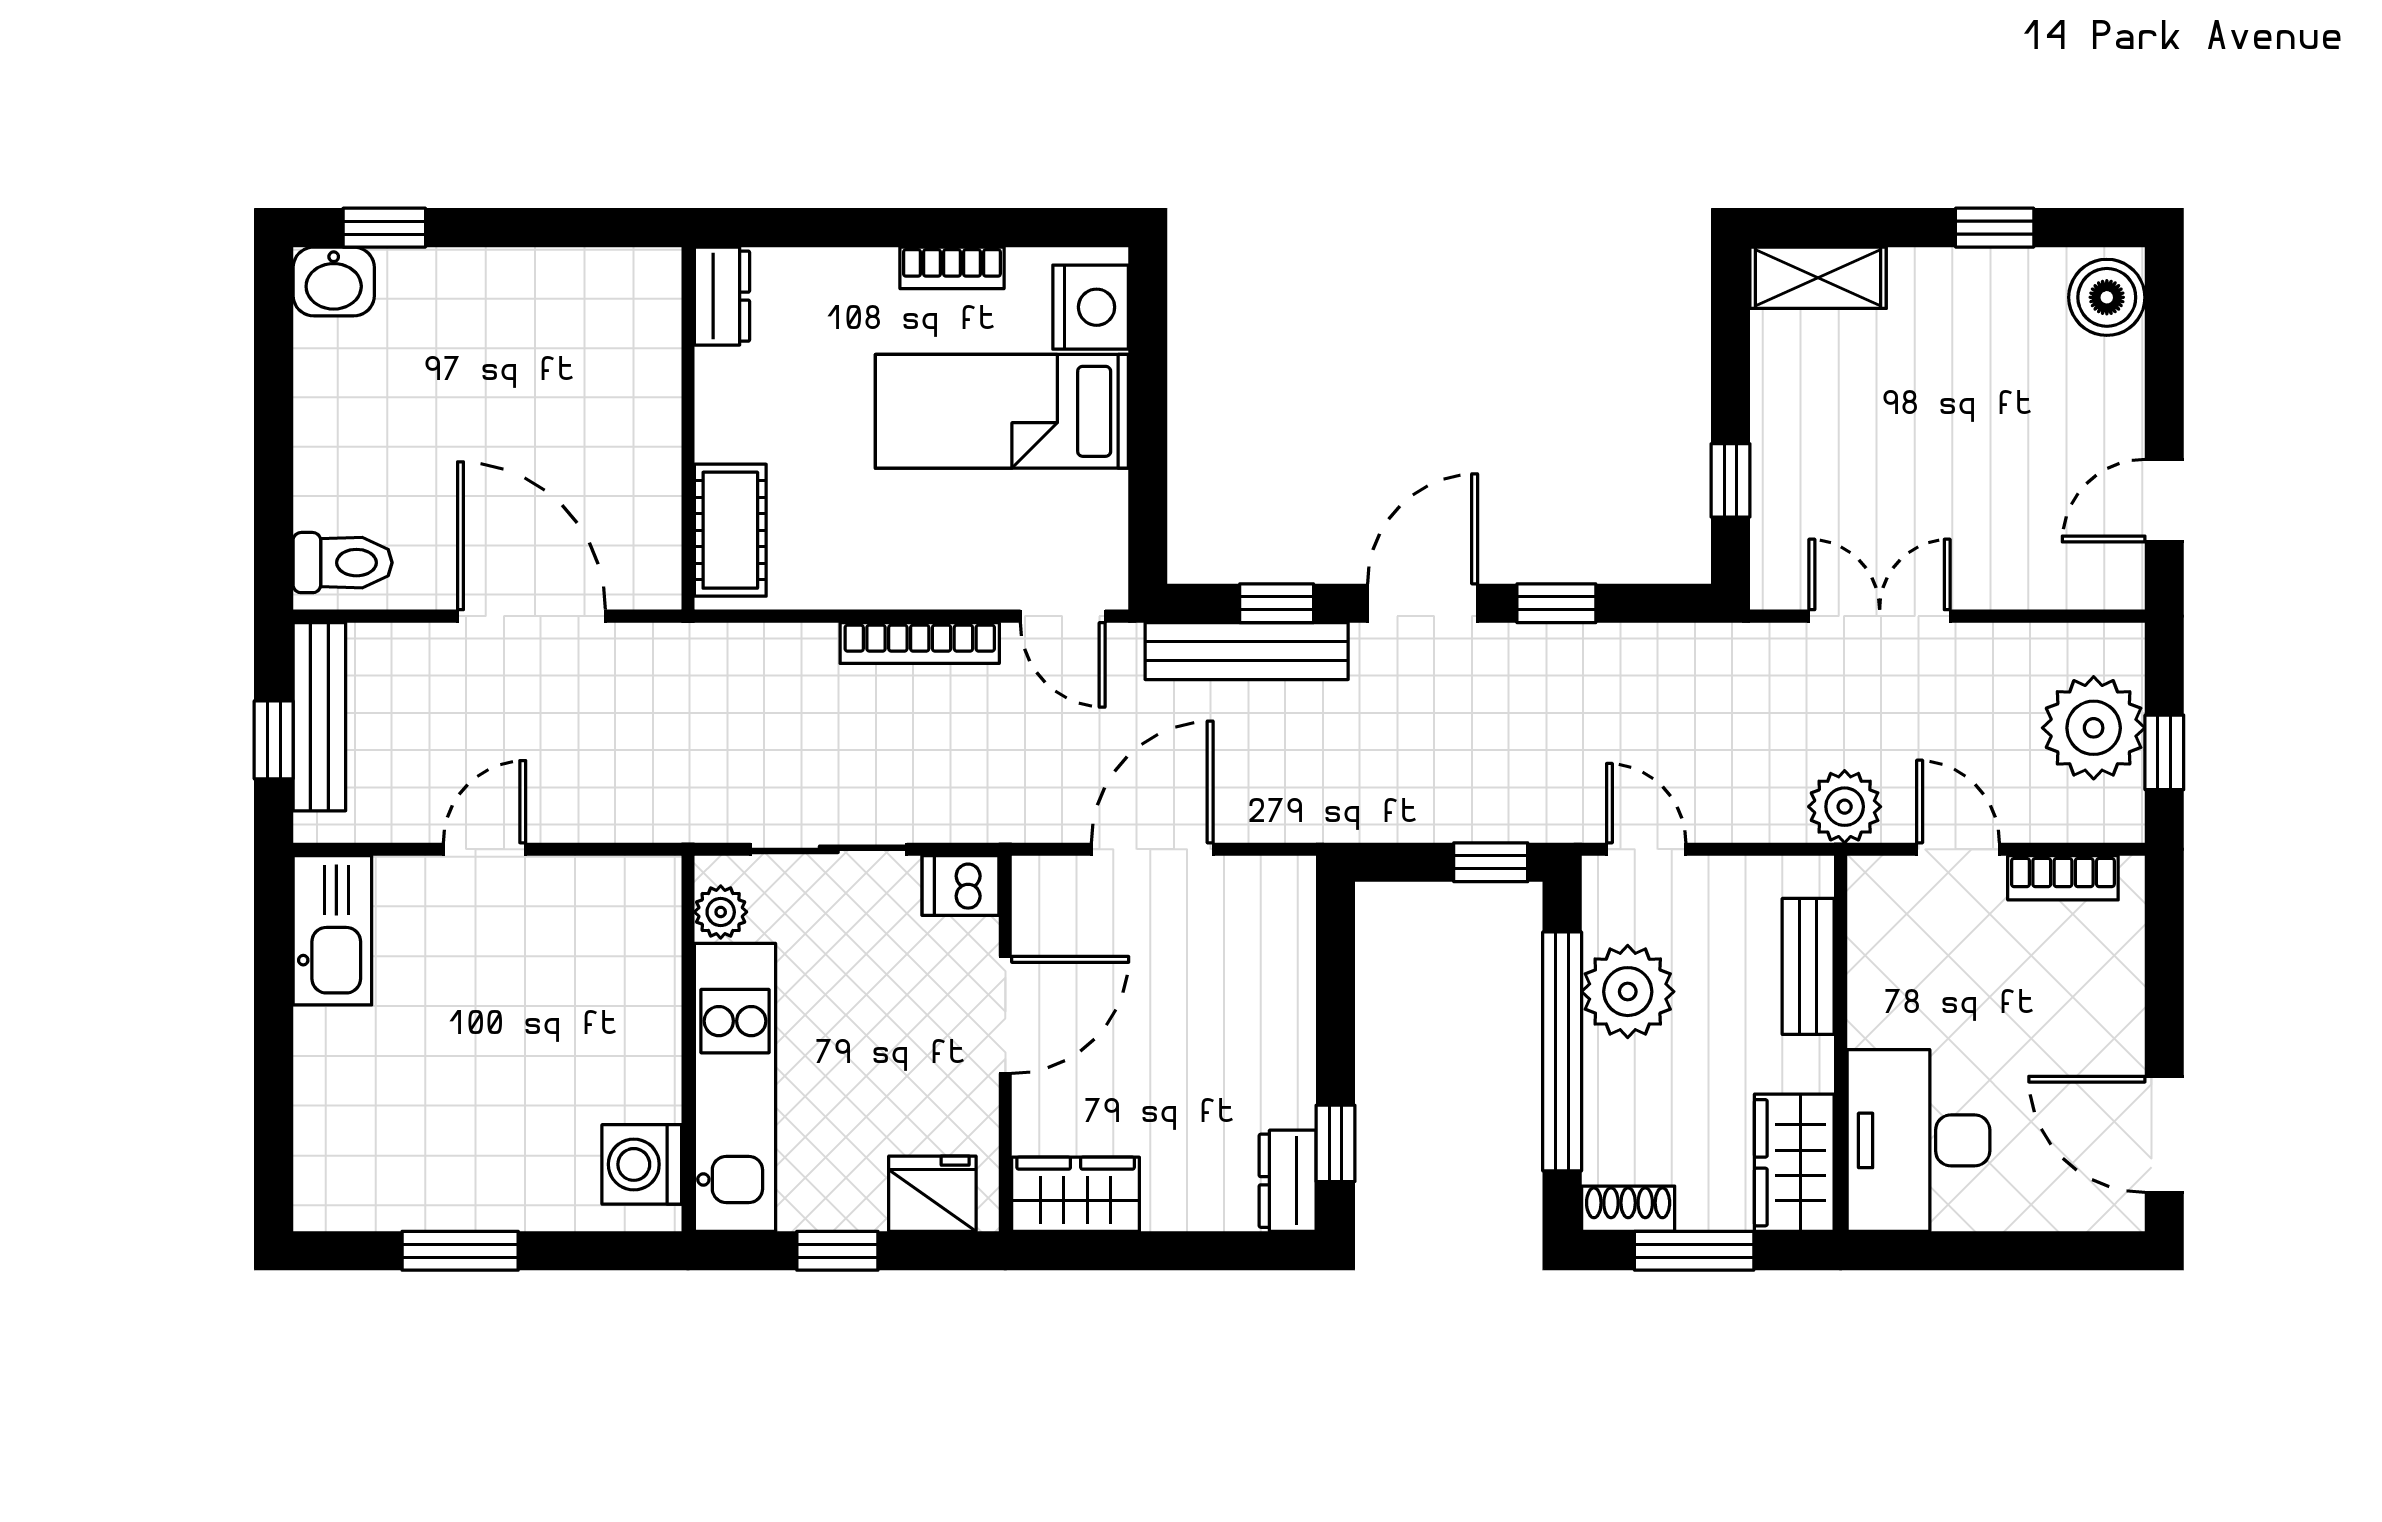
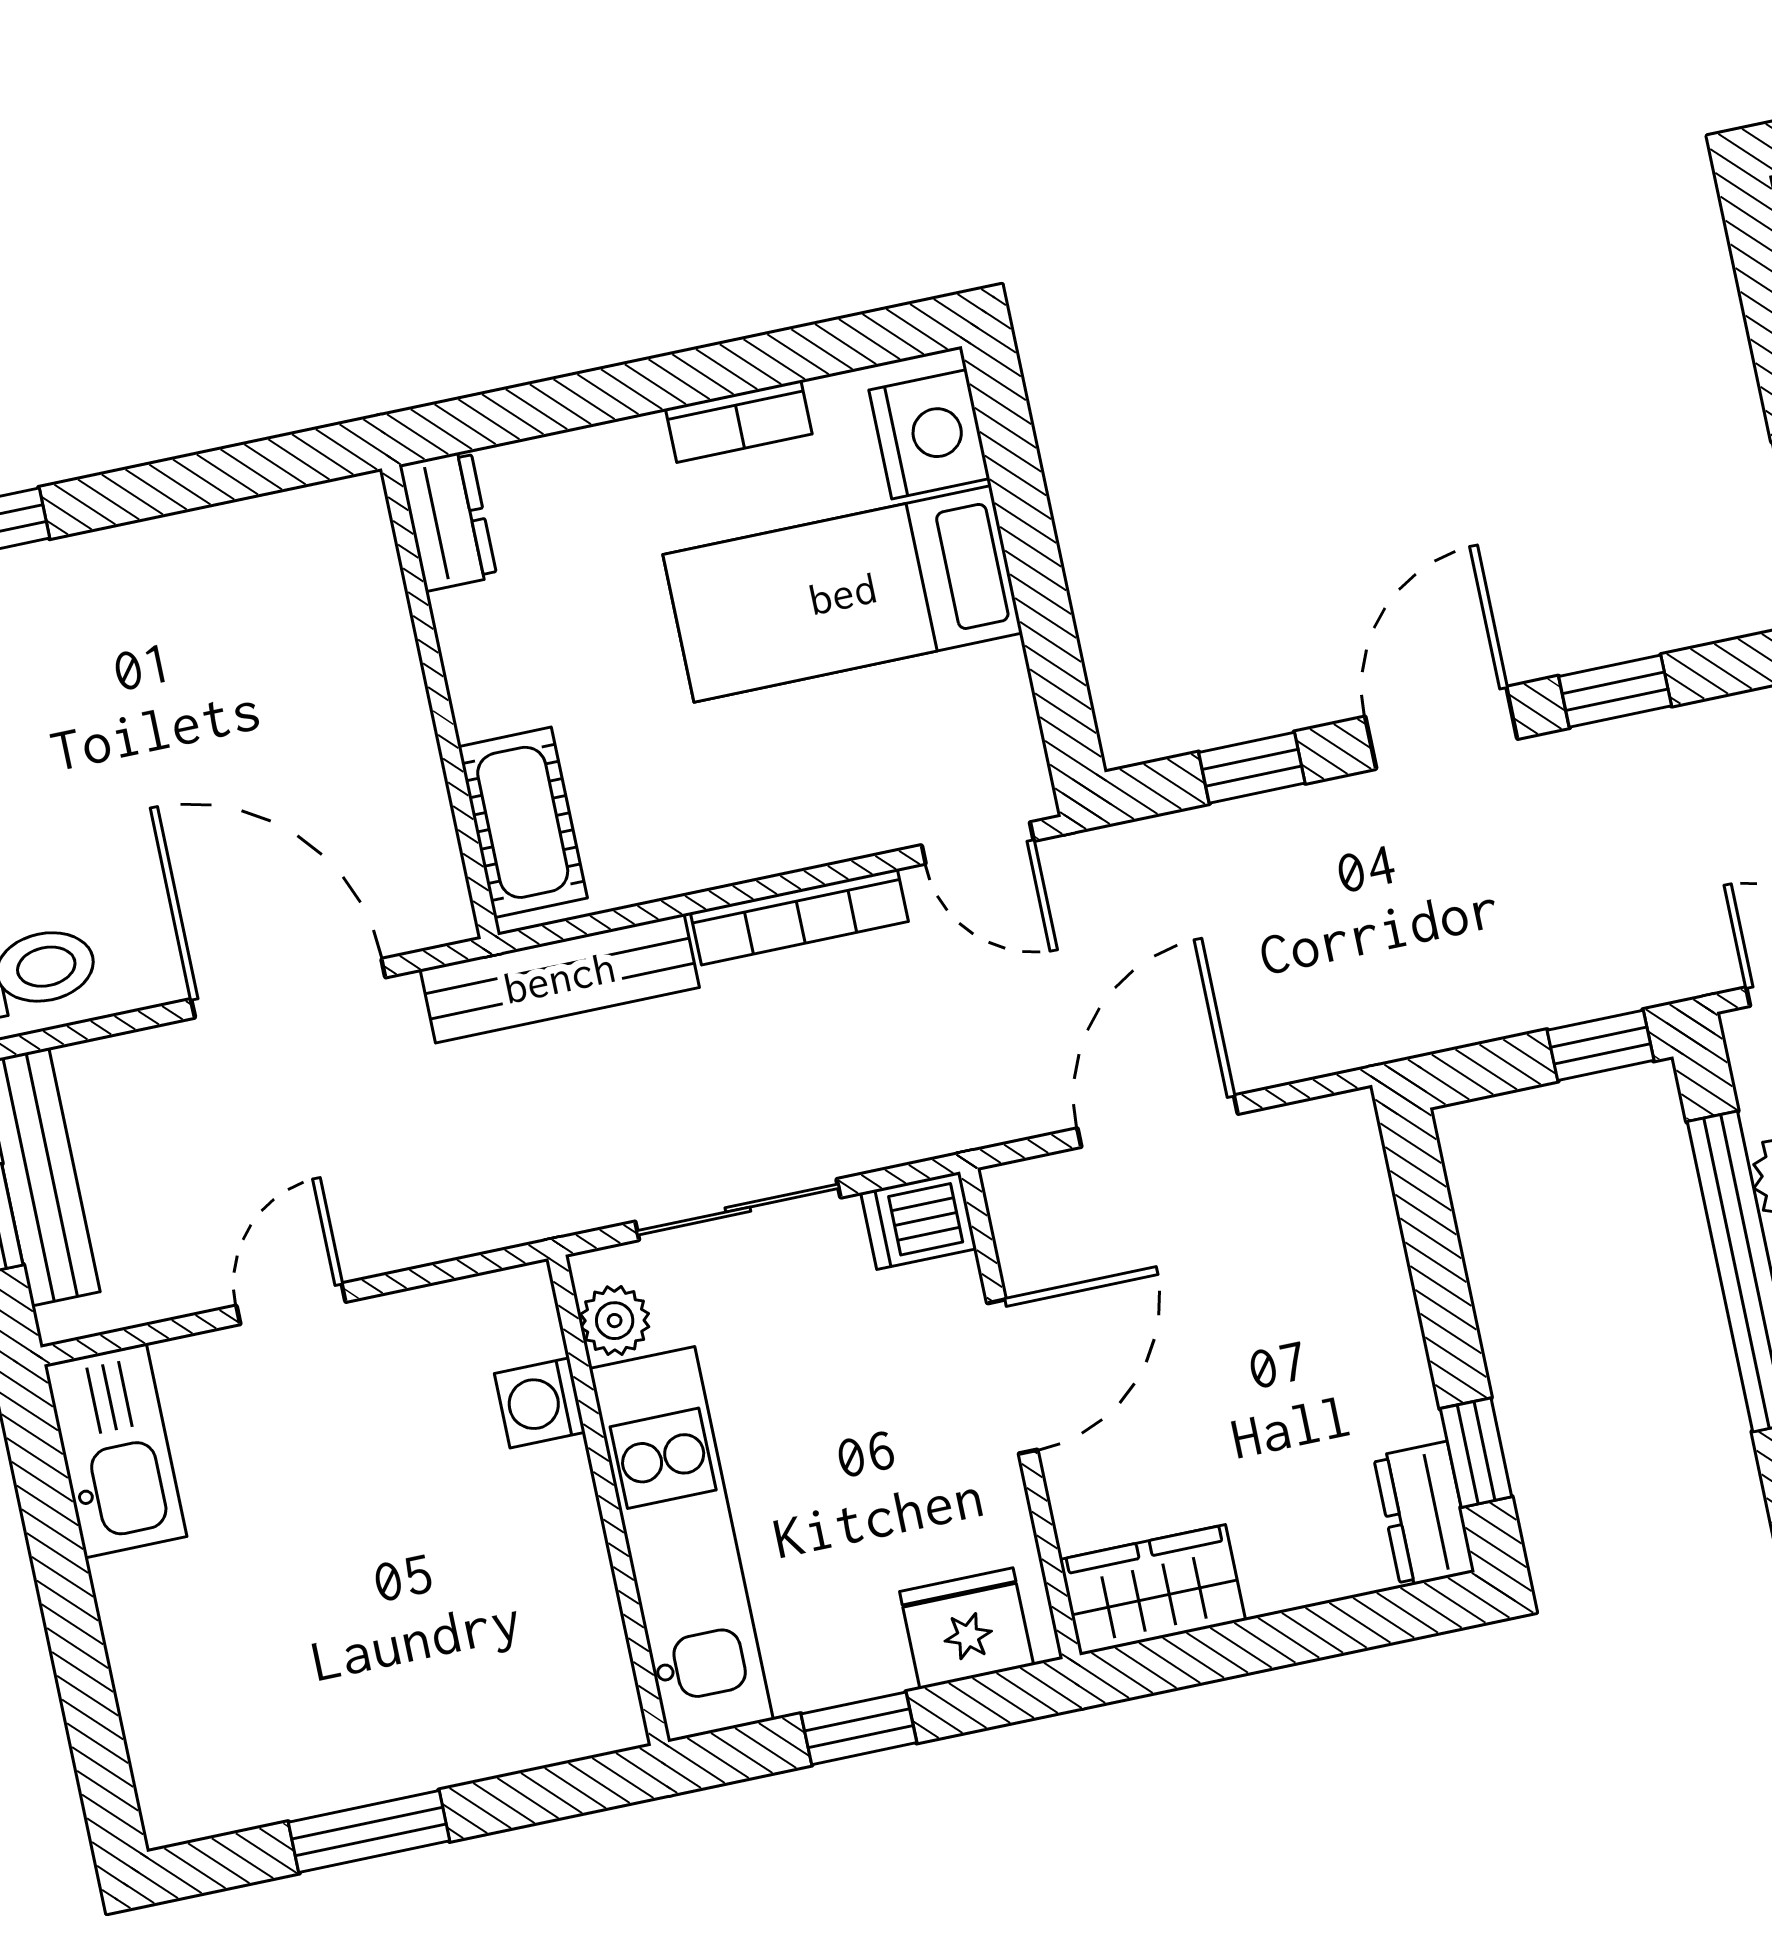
bench: (1247, 651) -> (560, 978), moved
washing machine: (642, 1164) -> (540, 1403), moved, width x0.73, depth x0.73

